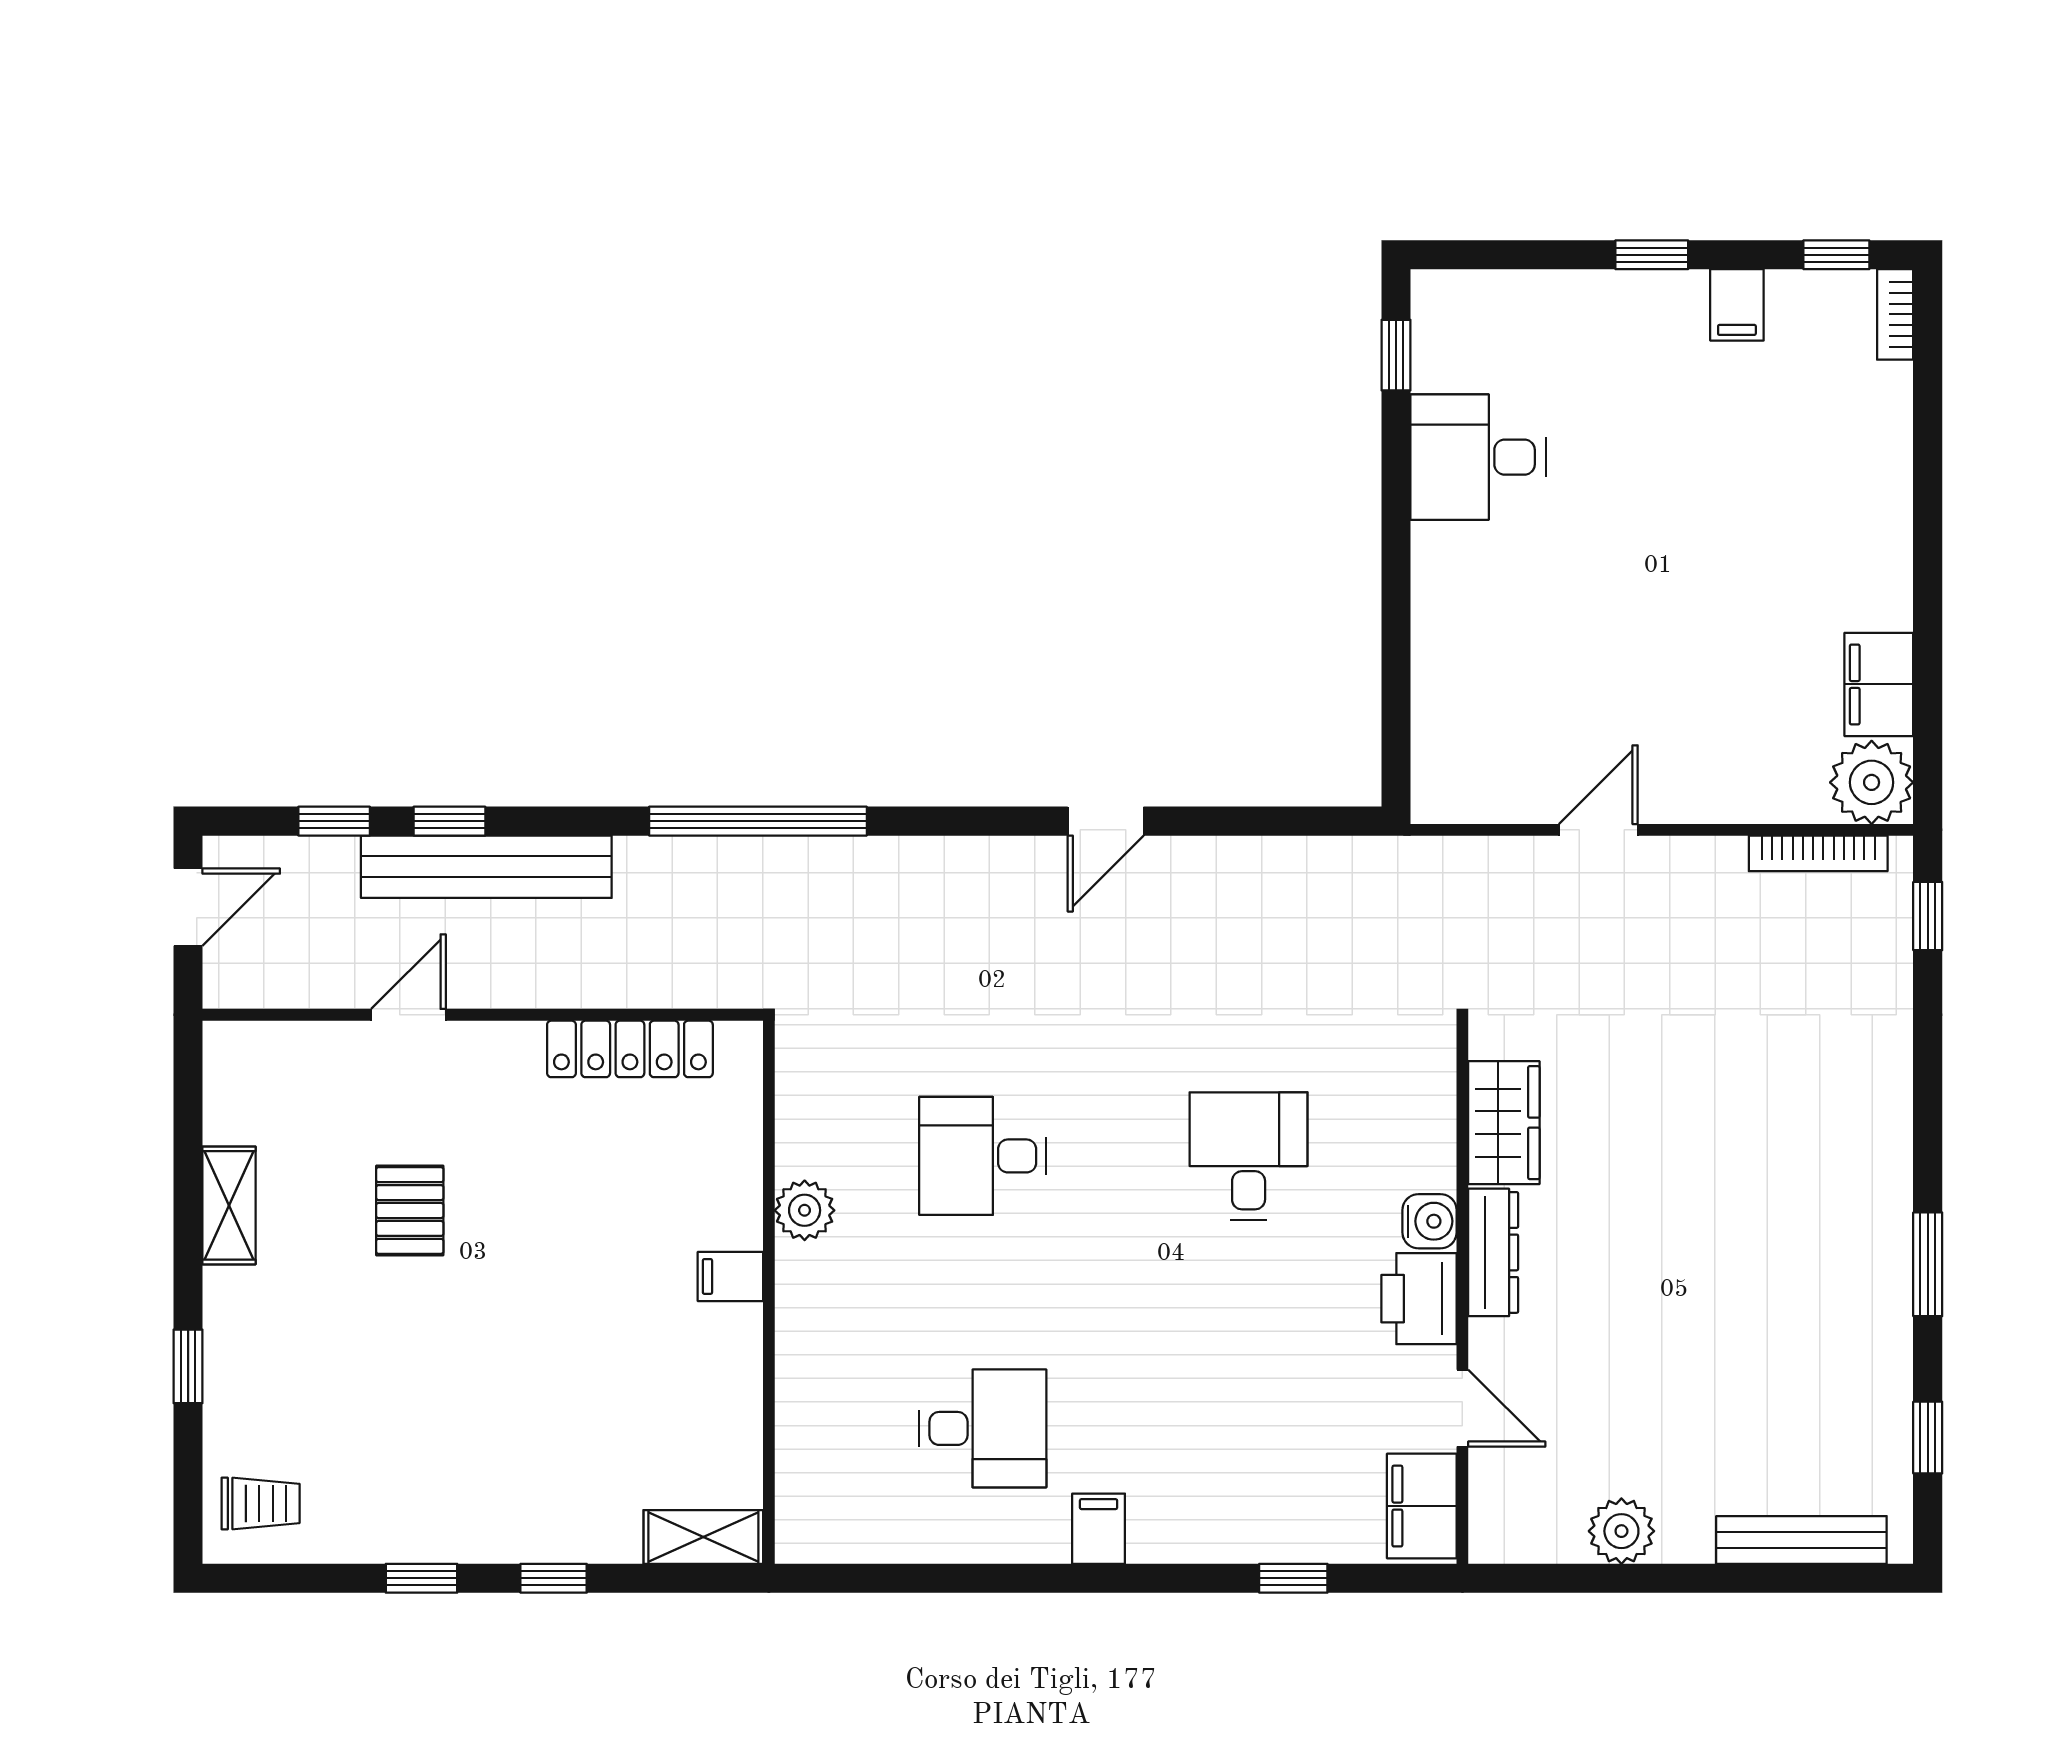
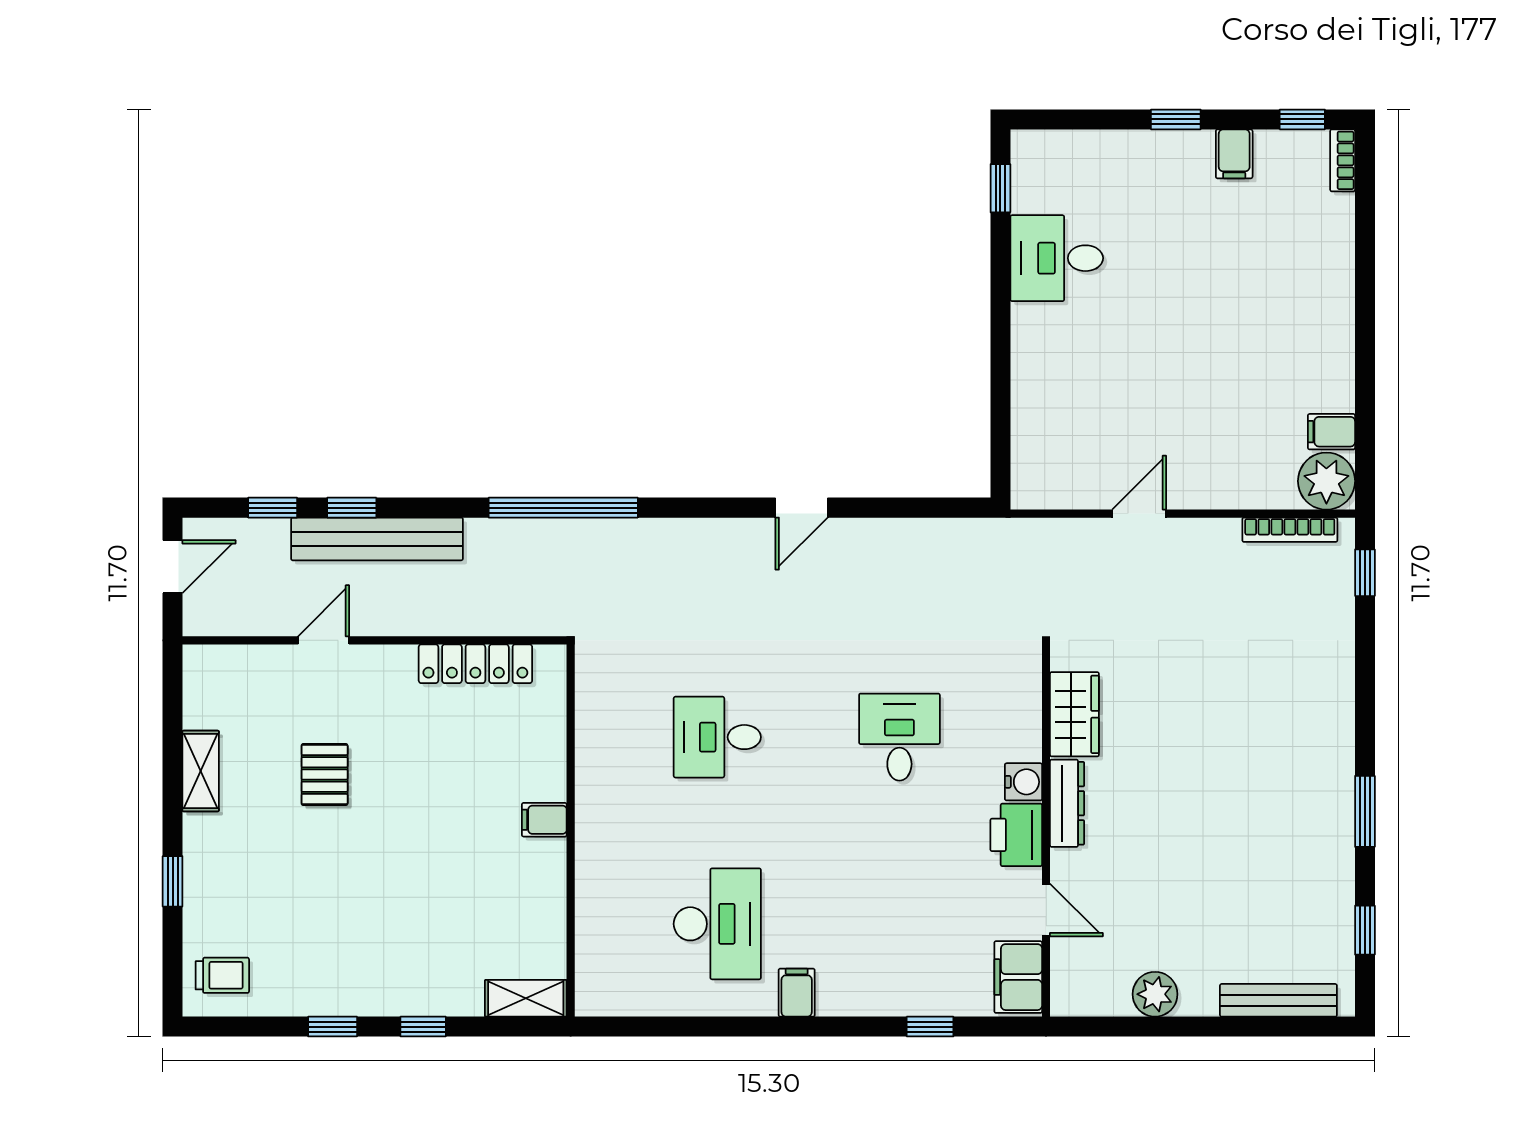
filing cabinet: (1879, 684) -> (1331, 432), width x0.50
plant: (805, 1210) -> (595, 774), removed
desk: (983, 1428) -> (717, 924), width x1.37

